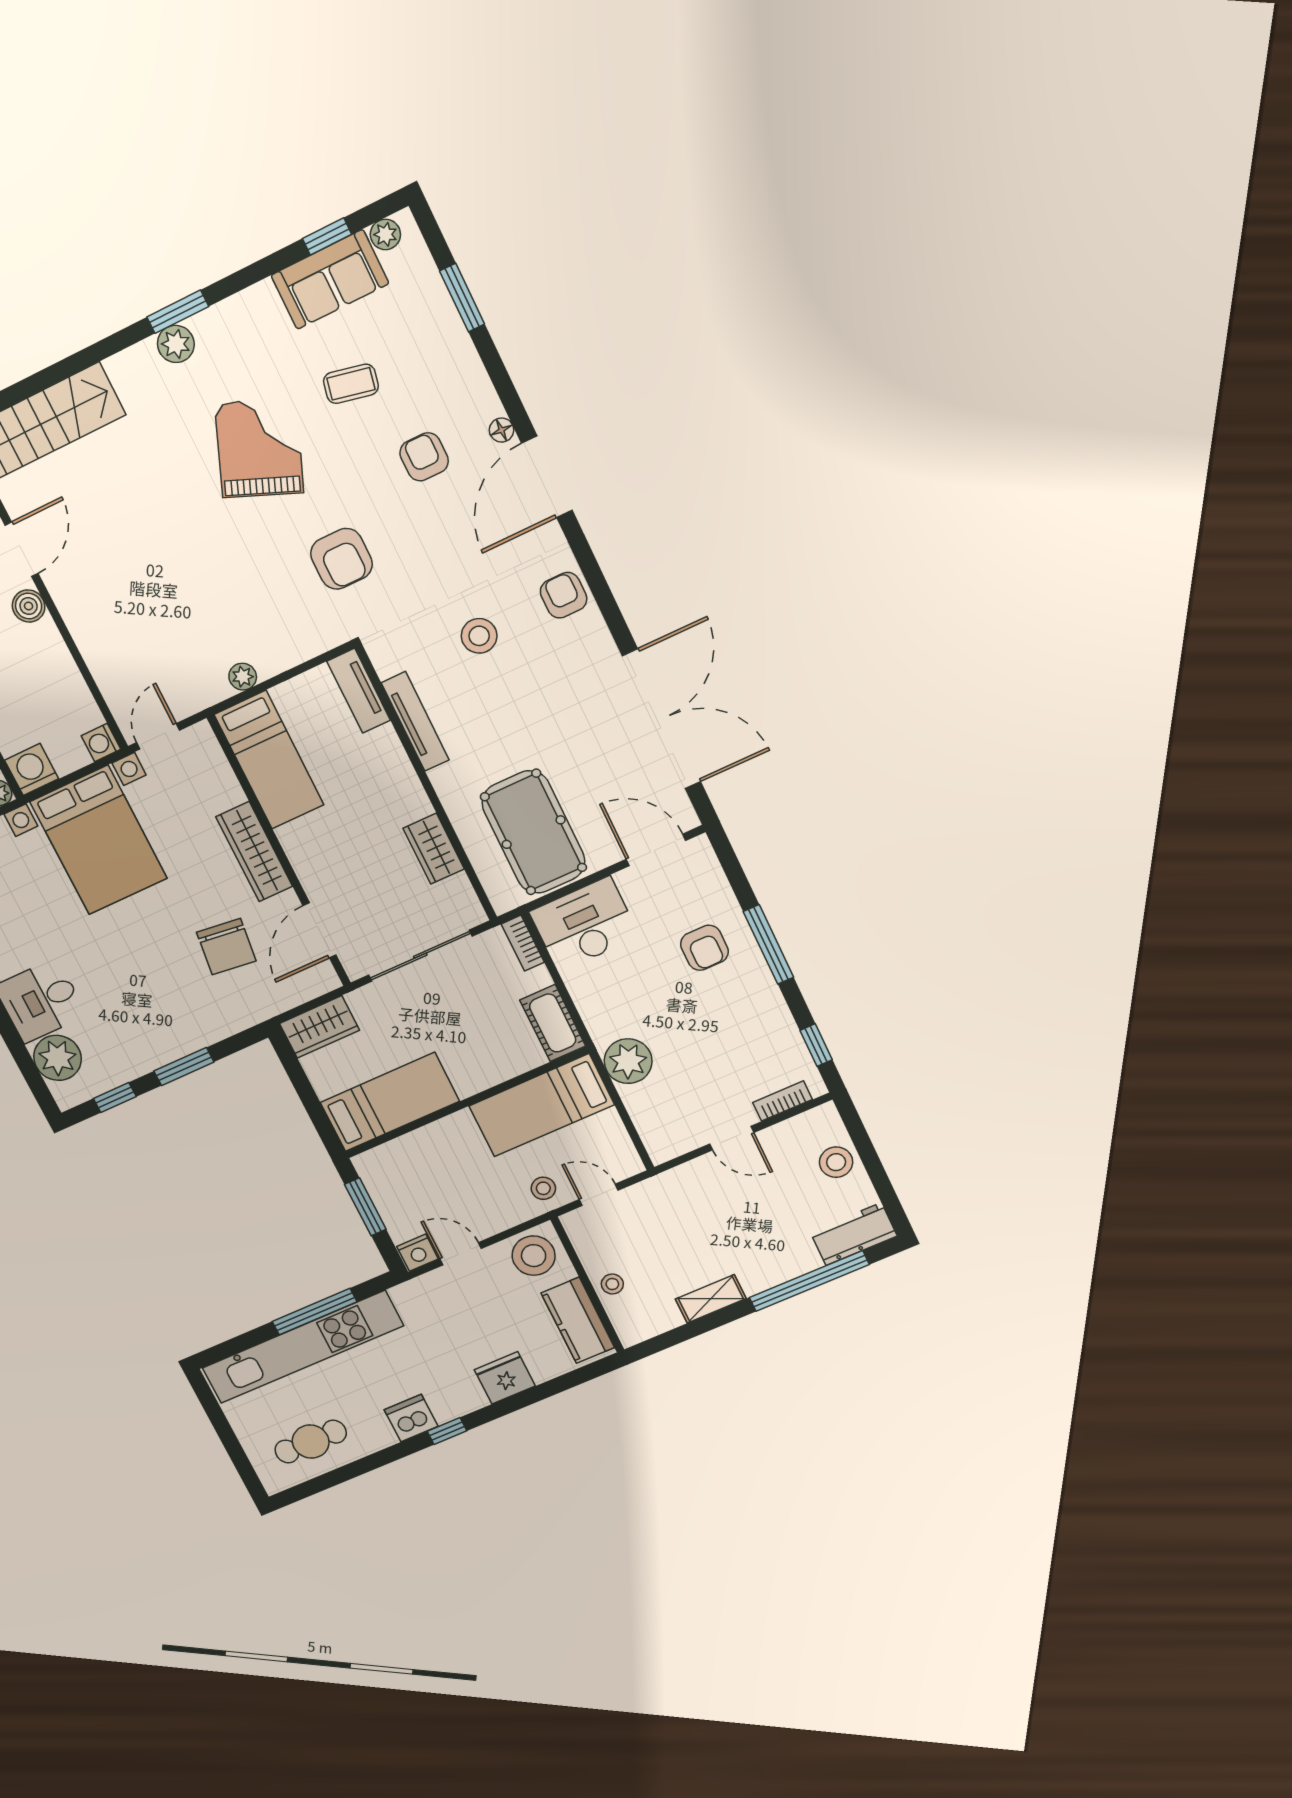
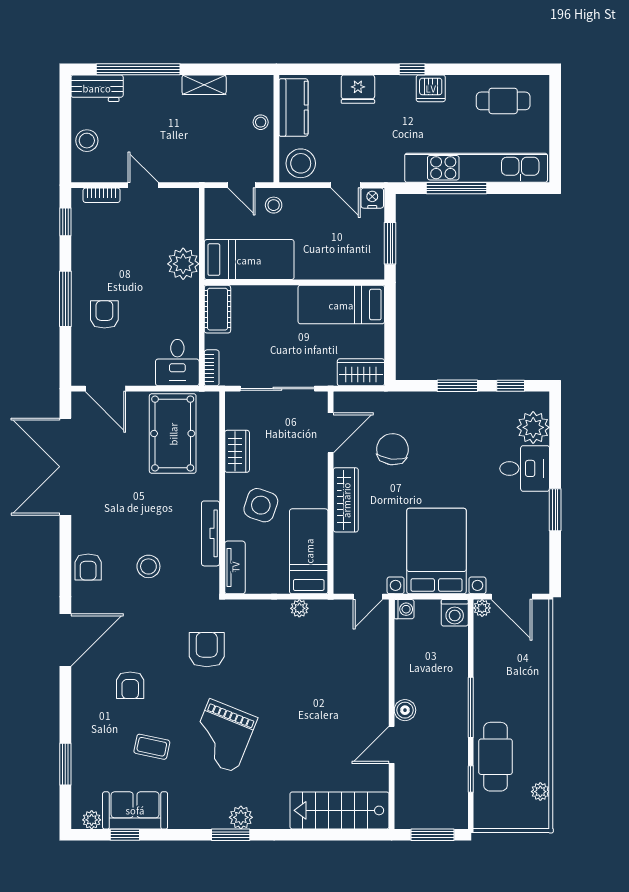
floor lamp: (502, 430) -> (79, 679), removed
side table: (365, 792) -> (261, 505), added
desk: (584, 924) -> (177, 363), width x0.73

